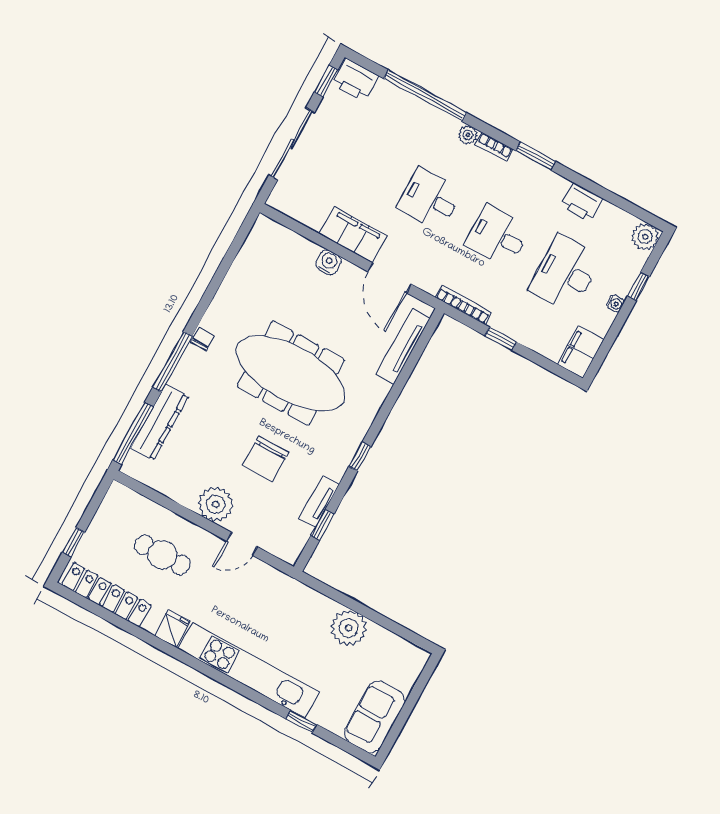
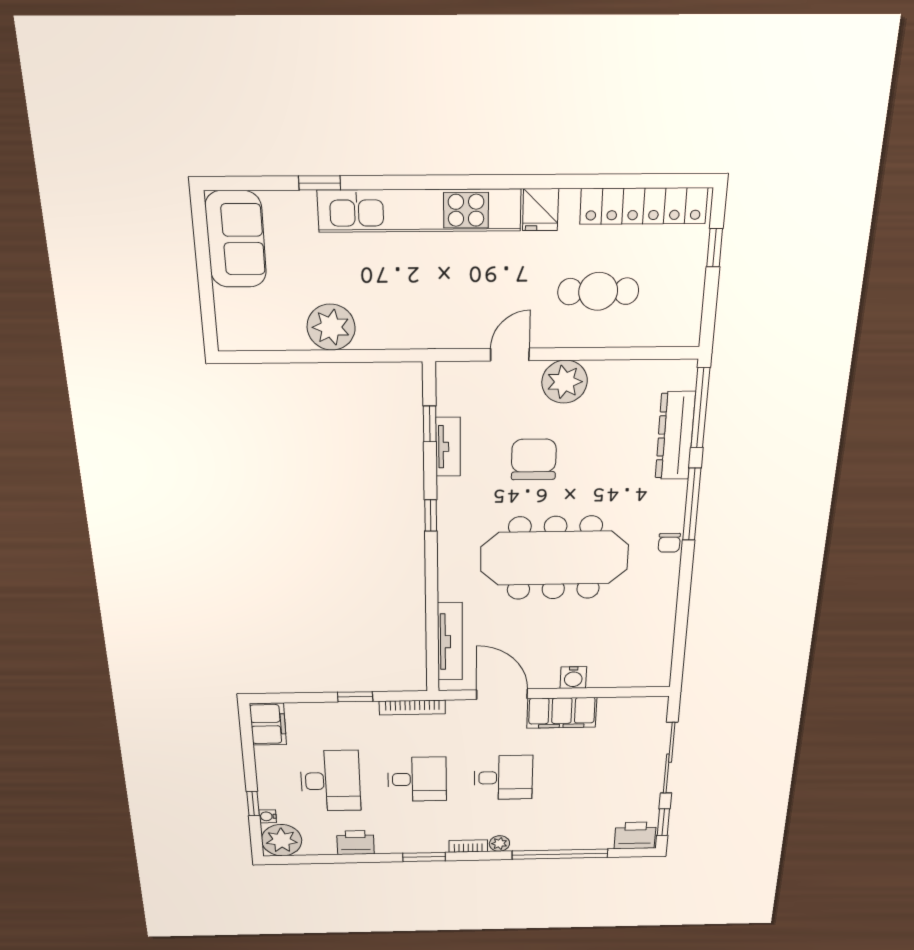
plant: (645, 237) -> (282, 840), width x1.36, depth x1.36
water cooler: (615, 304) -> (268, 816), moved

